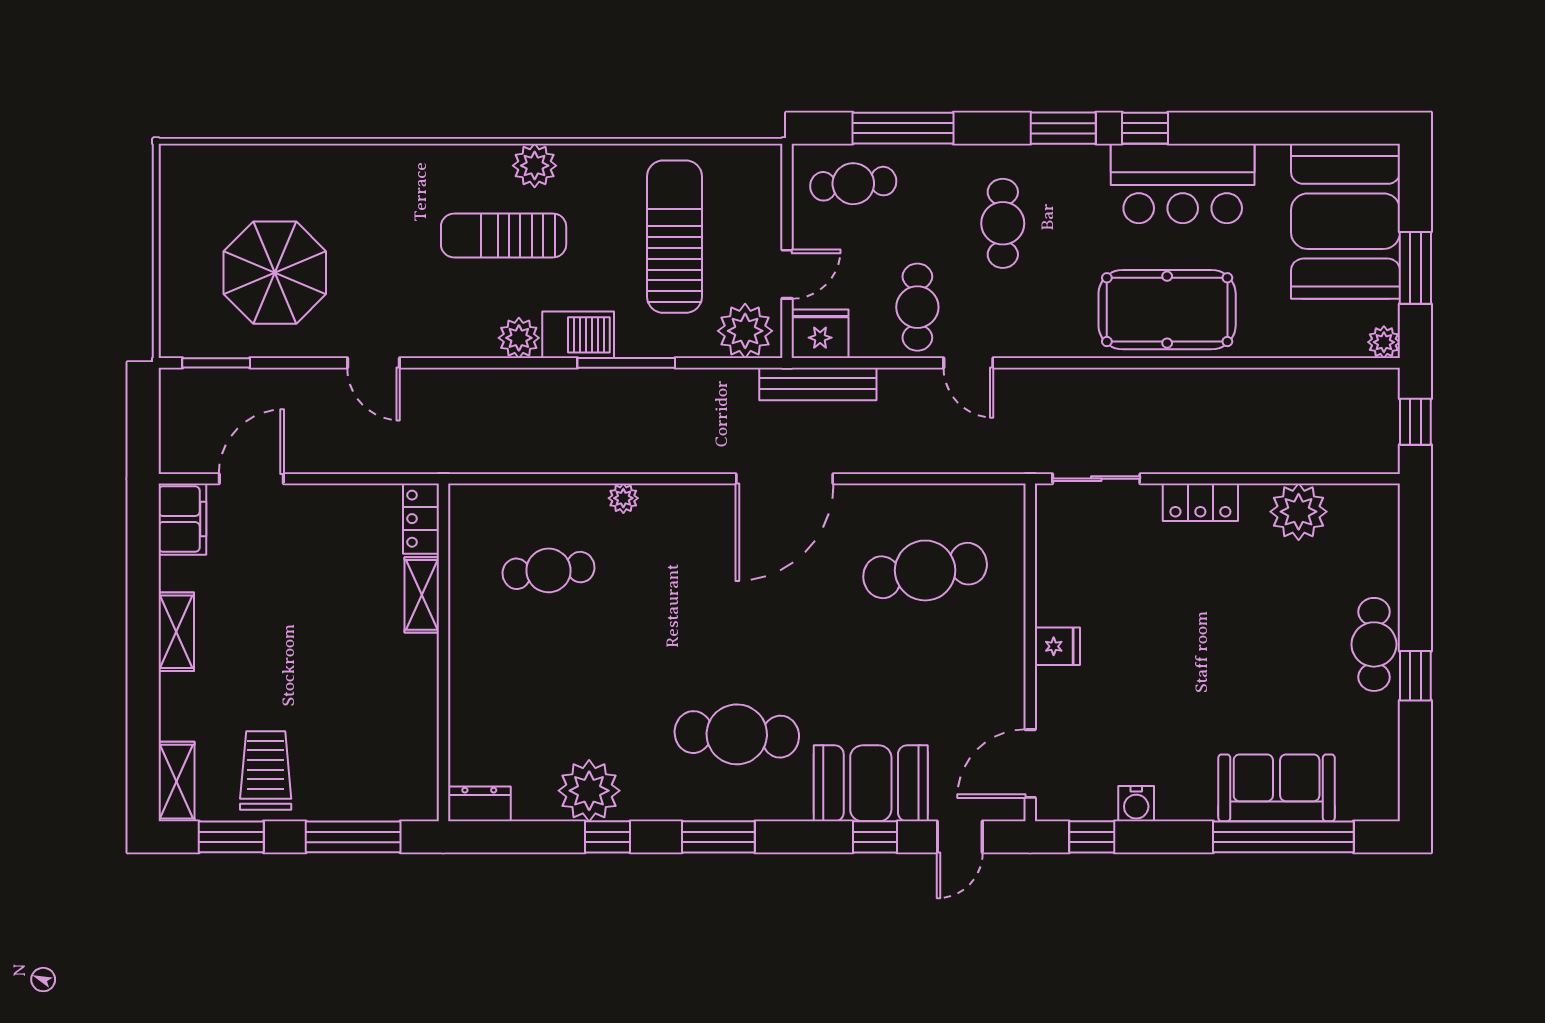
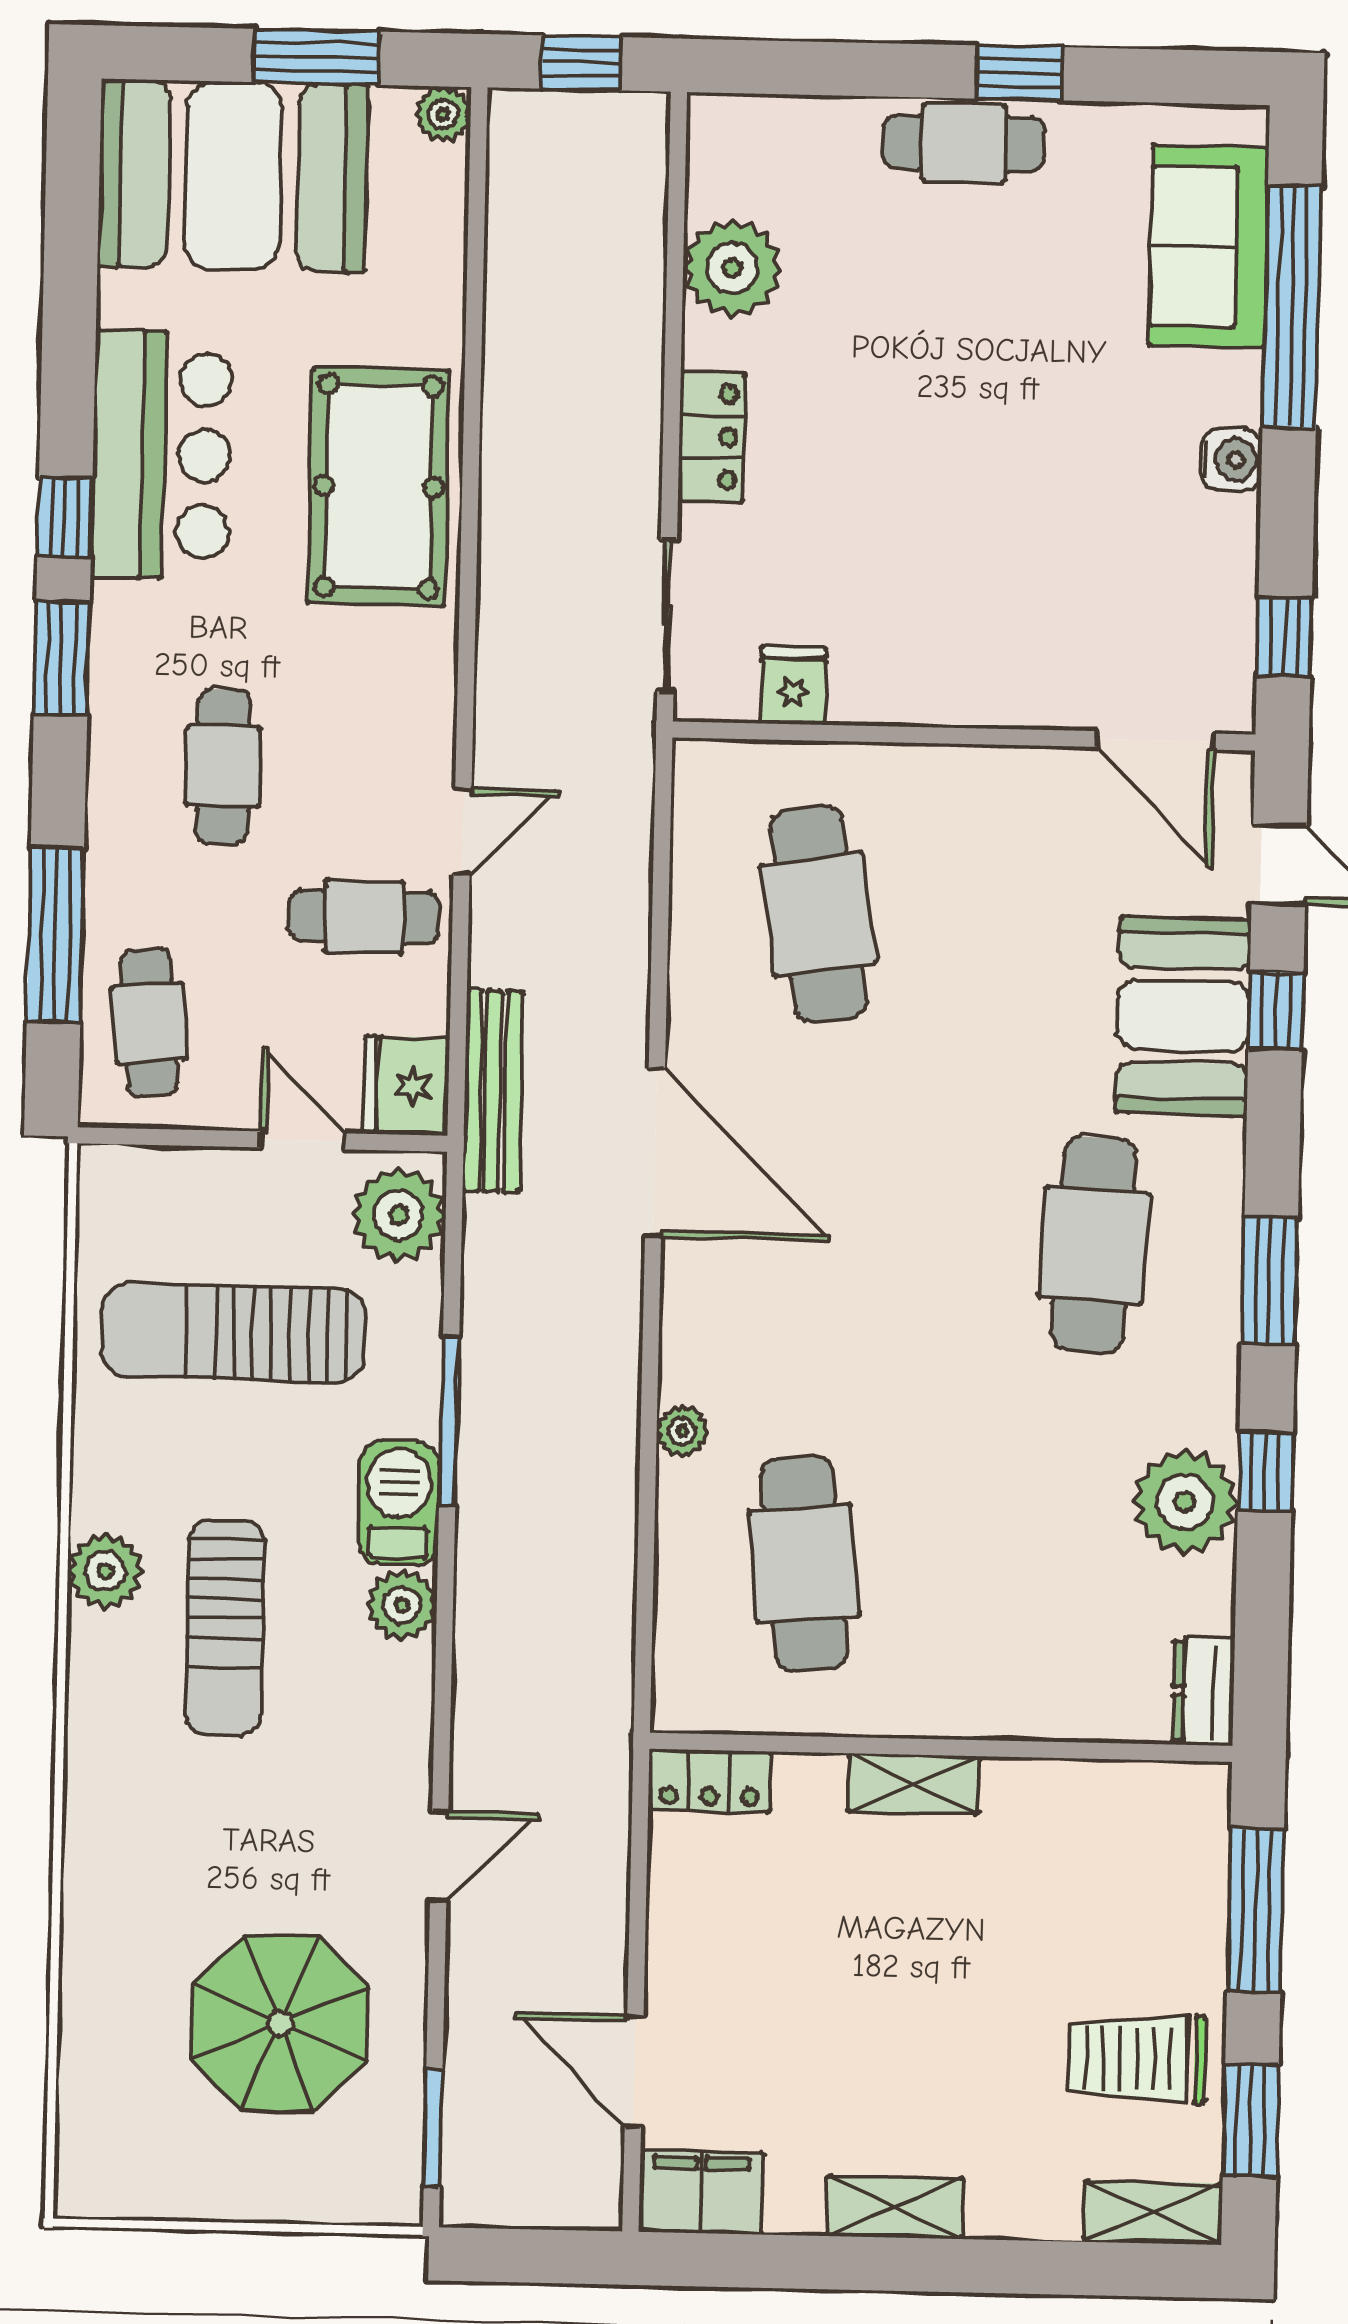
cafe table: (1003, 223) -> (223, 766), turned 90
cafe table: (548, 570) -> (804, 1563), width x1.37, depth x1.35
shelving: (422, 595) -> (914, 1784), moved
fridge: (1057, 646) -> (793, 685), moved
sofa: (1277, 788) -> (1209, 247), moved
water cooler: (1136, 804) -> (1231, 460), moved

